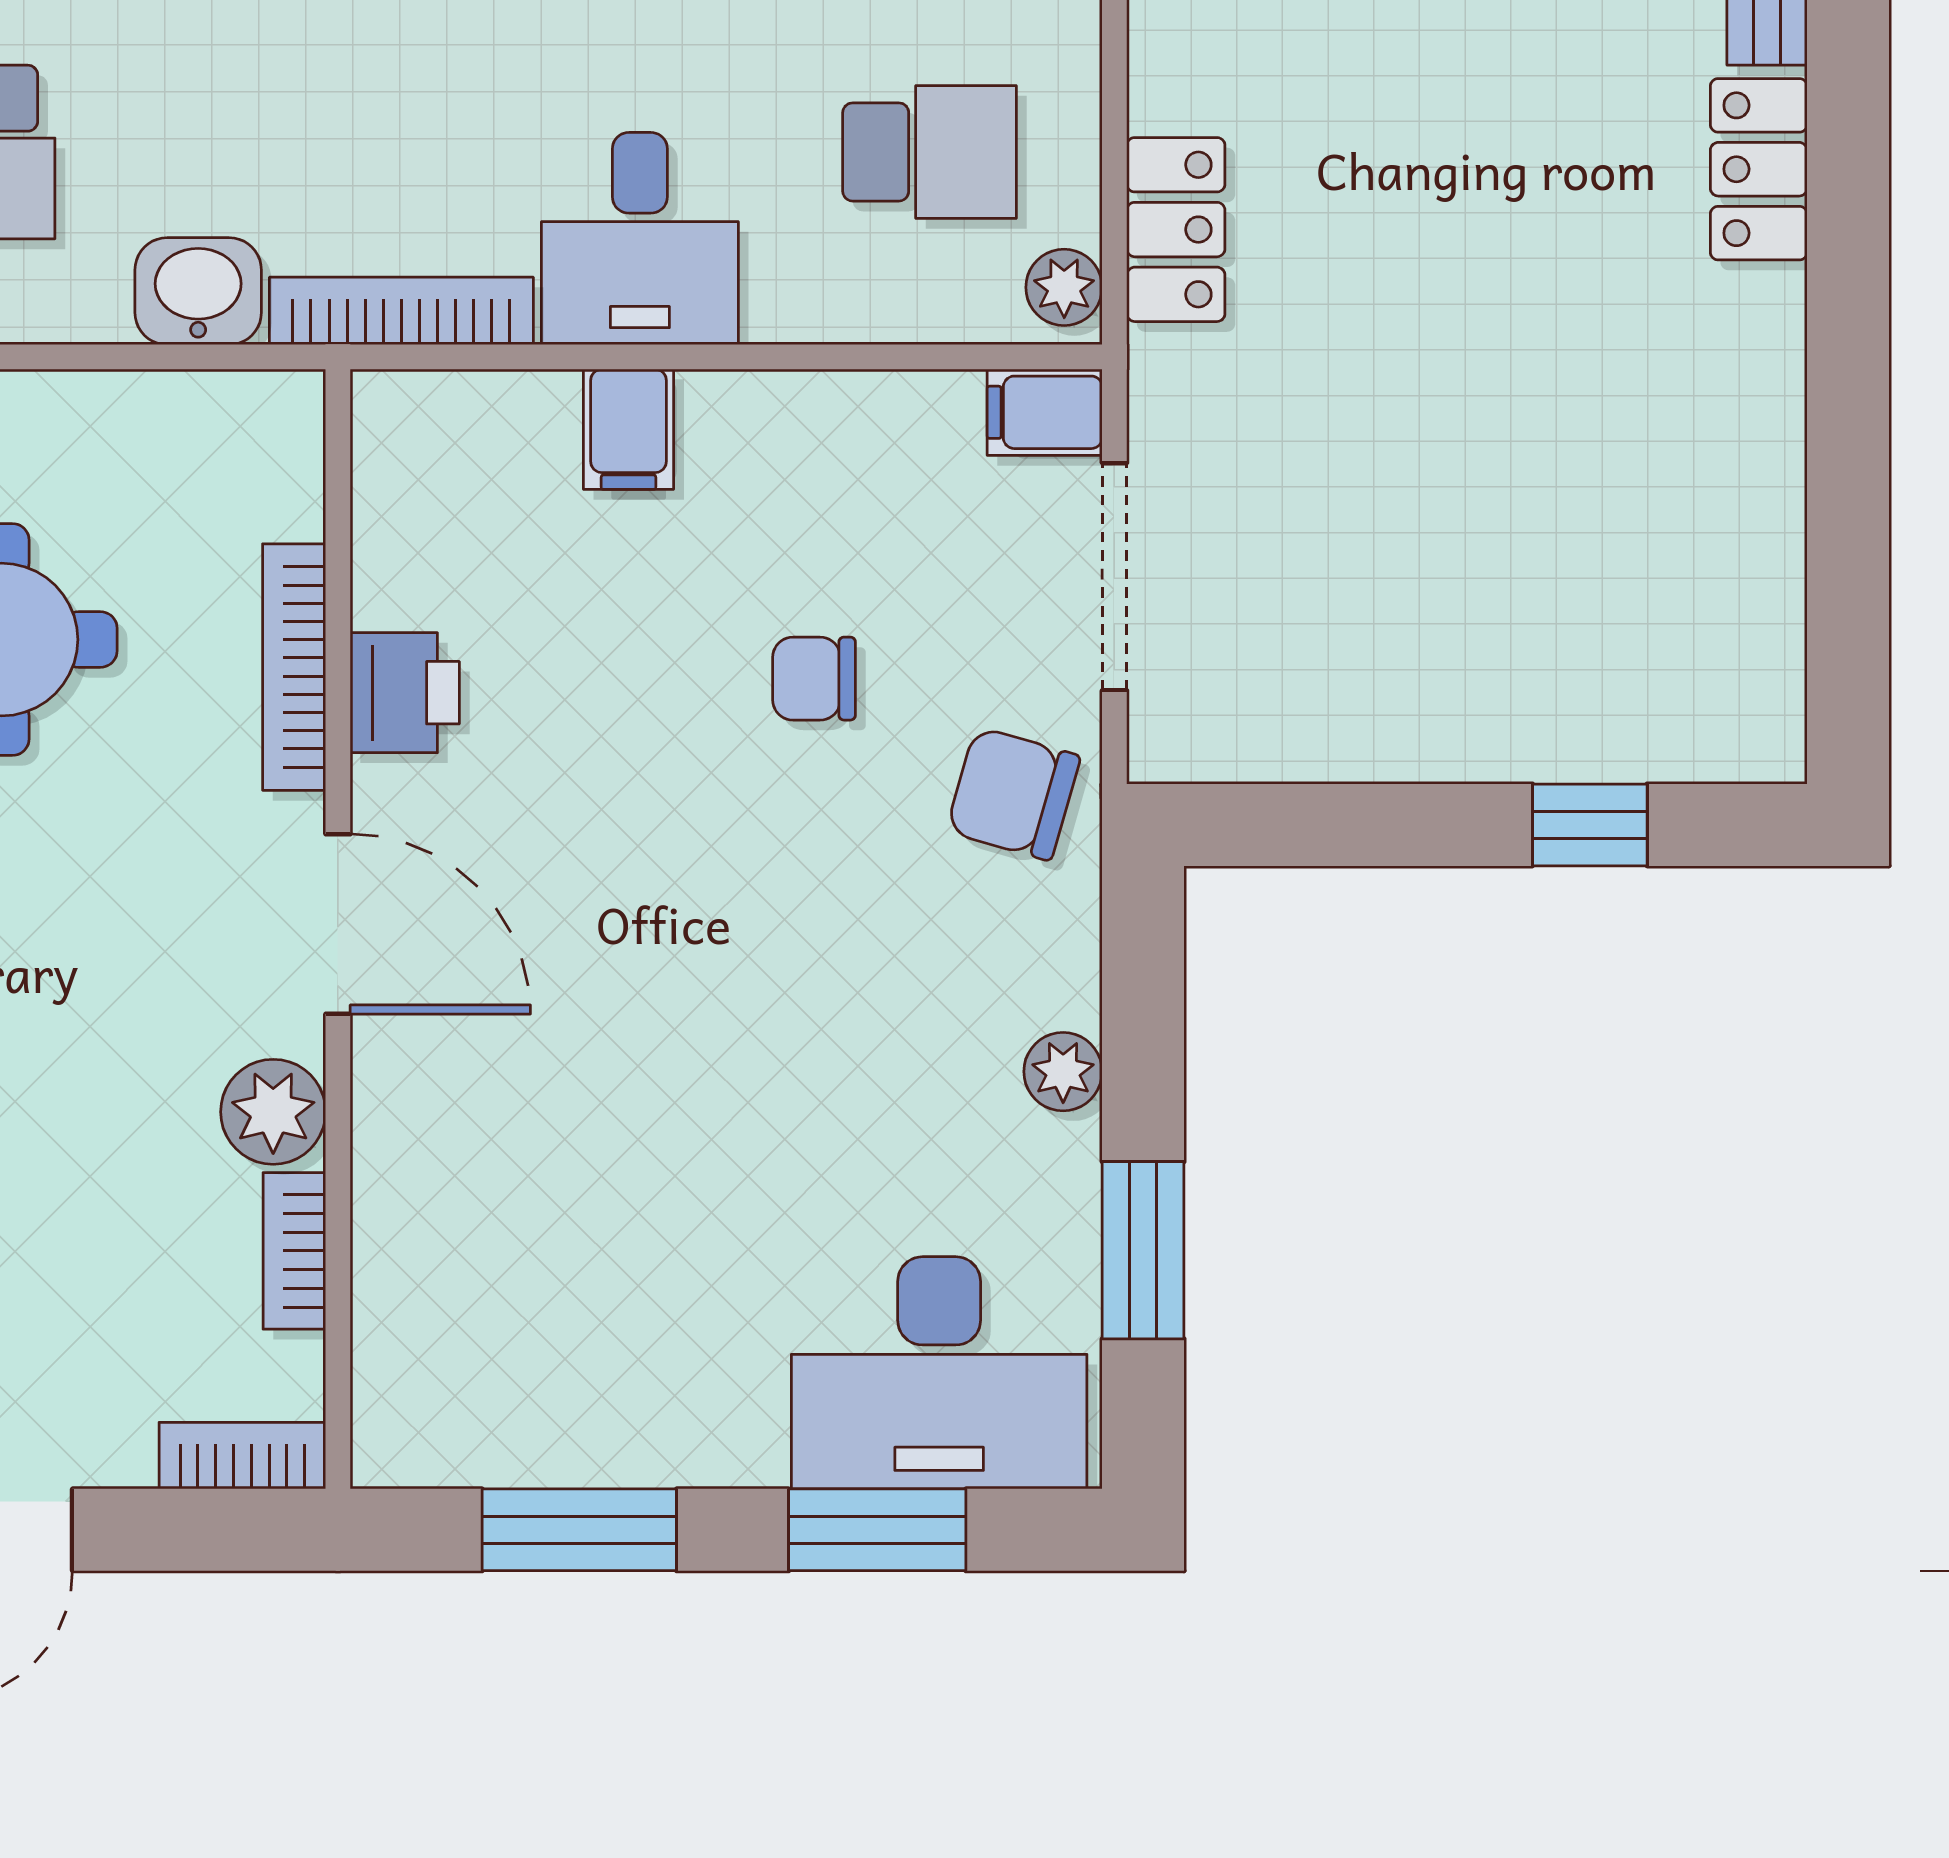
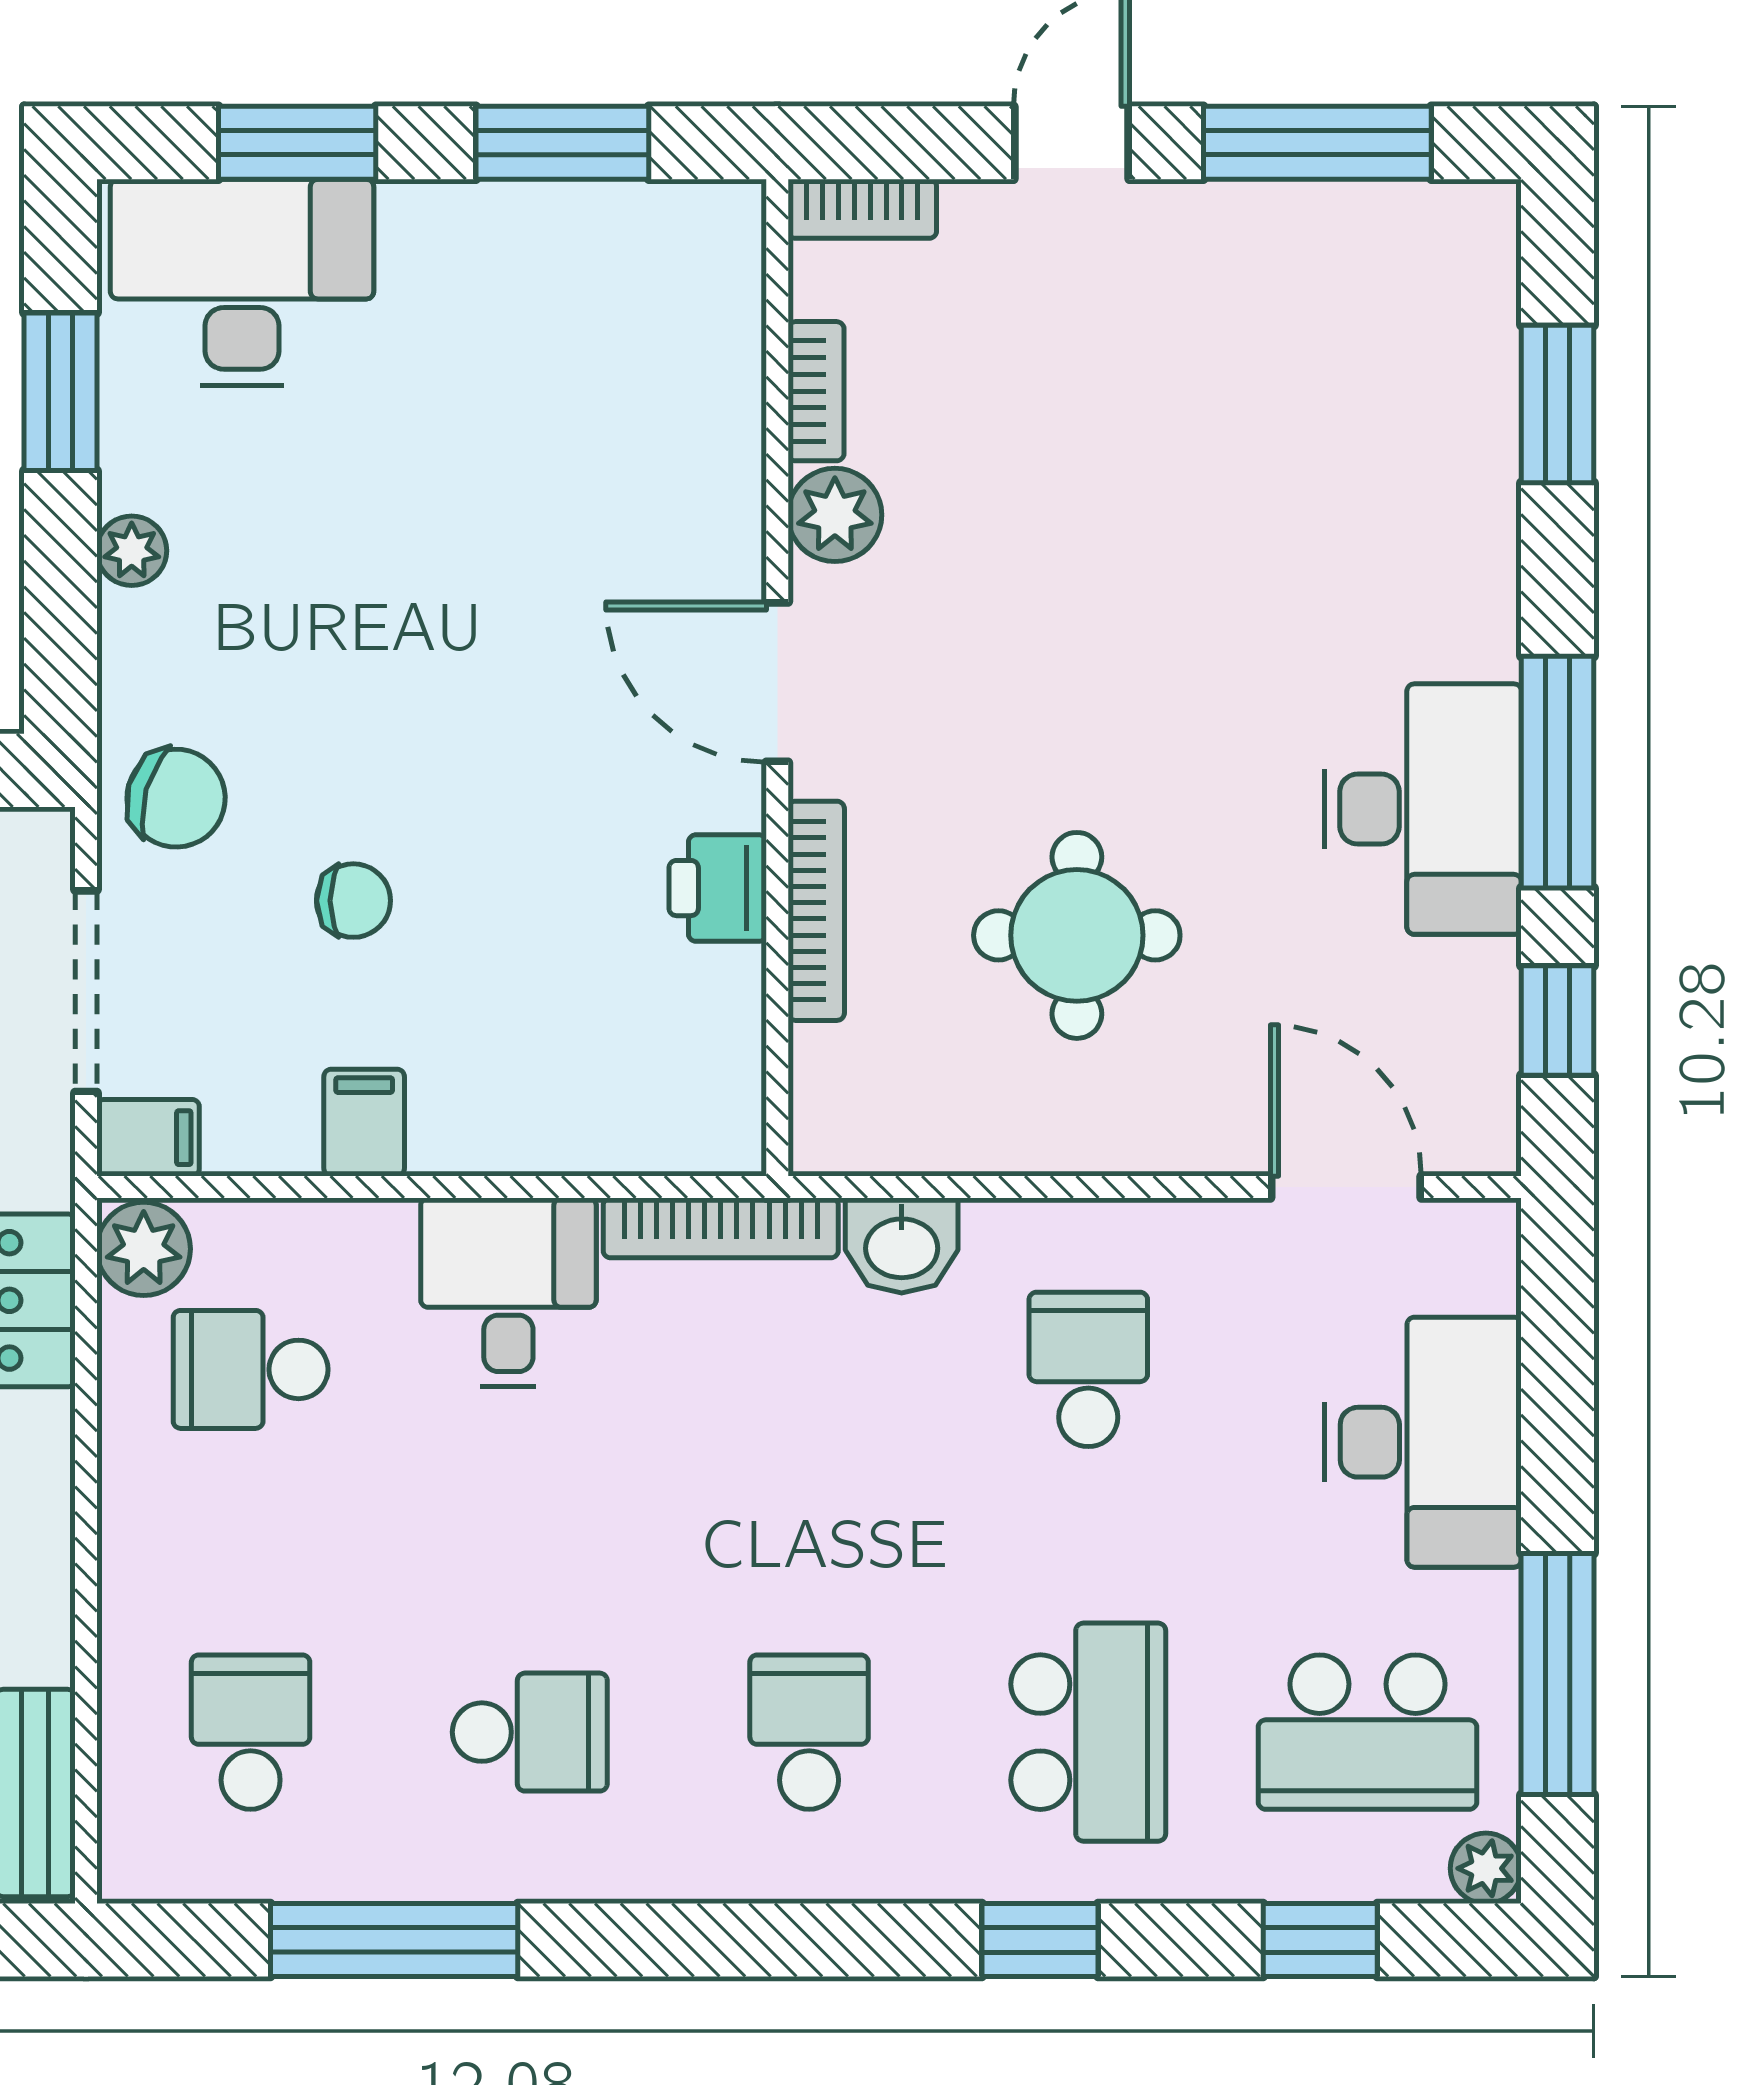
plant: (1064, 287) -> (144, 1249), width x1.38, depth x1.38
filing cabinet: (628, 429) -> (364, 1123), moved

